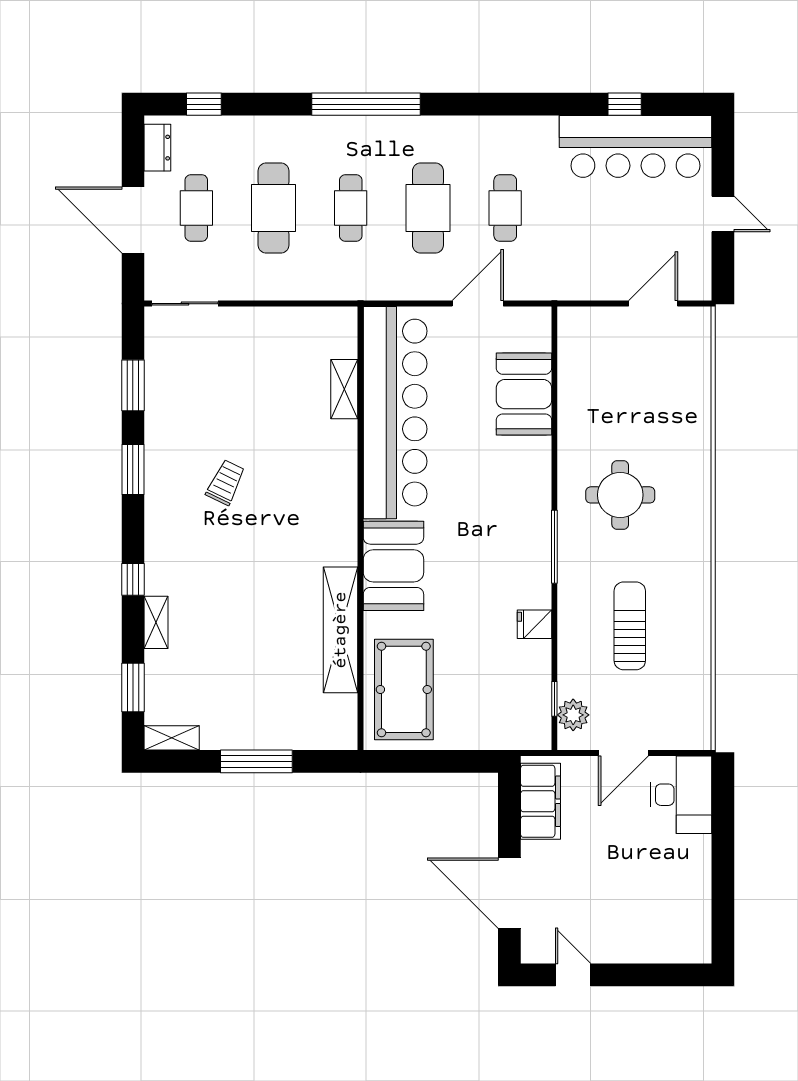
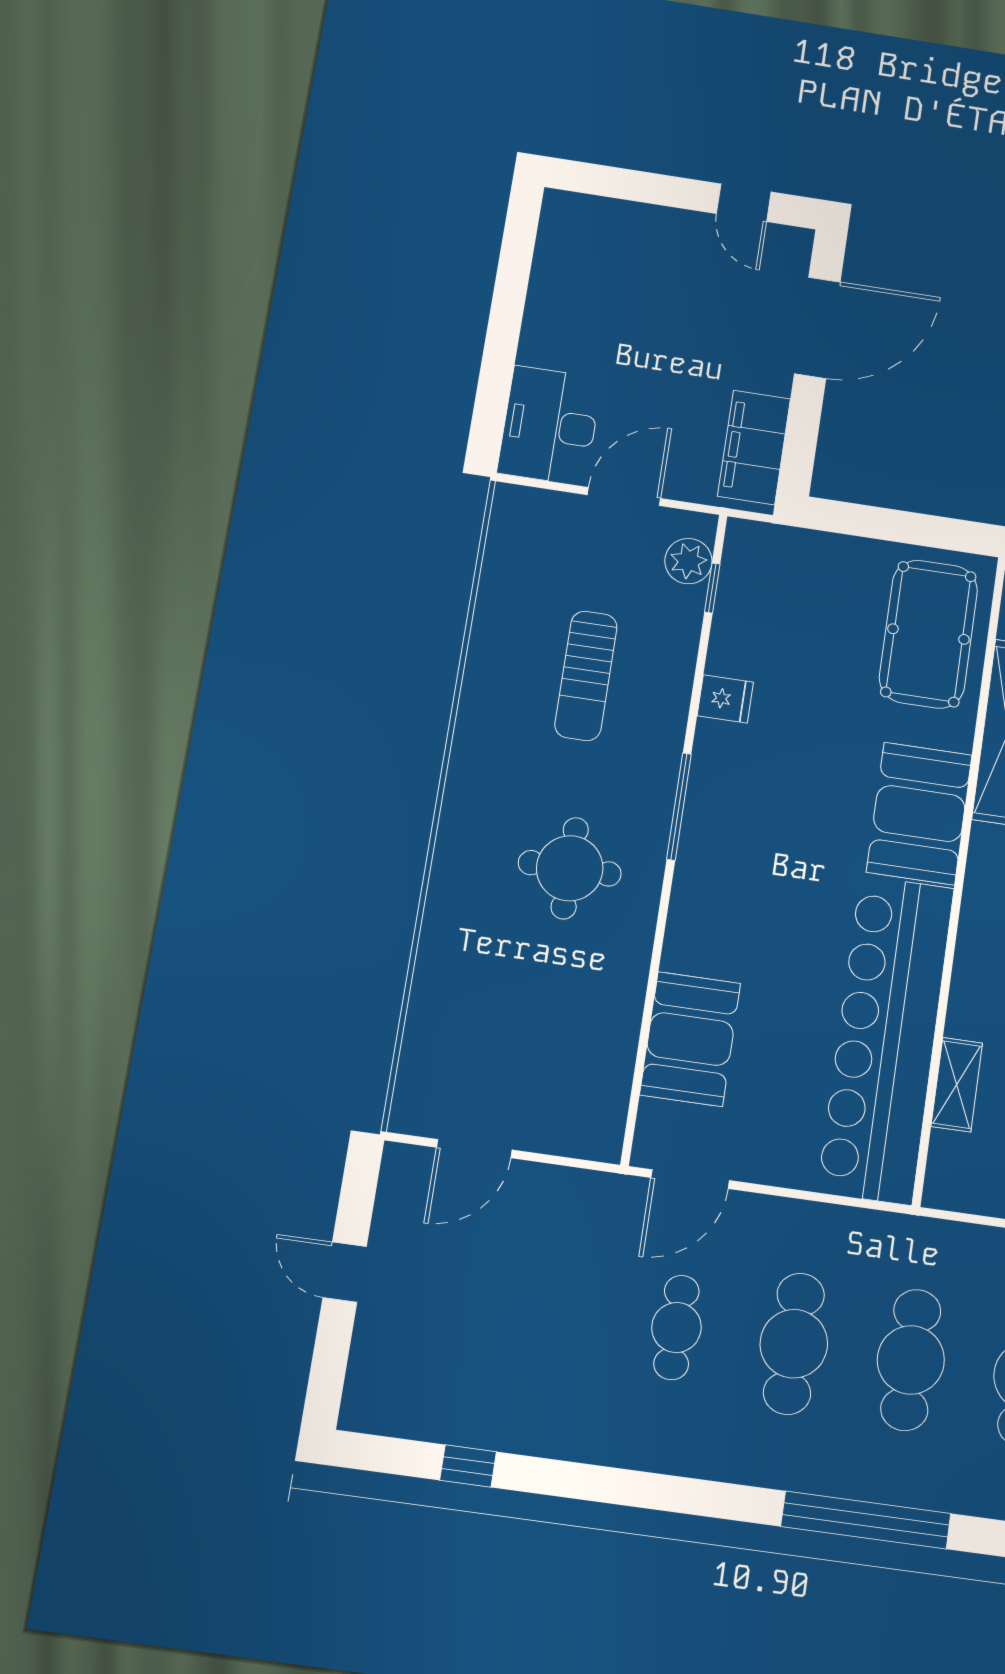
bar counter: (636, 146) -> (462, 1397), removed
cafe table: (351, 208) -> (911, 1360), width x1.37, depth x1.35
door: (478, 304) -> (690, 1179), moved
door: (509, 893) -> (817, 328), hinge flipped

